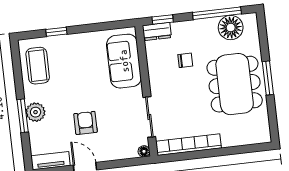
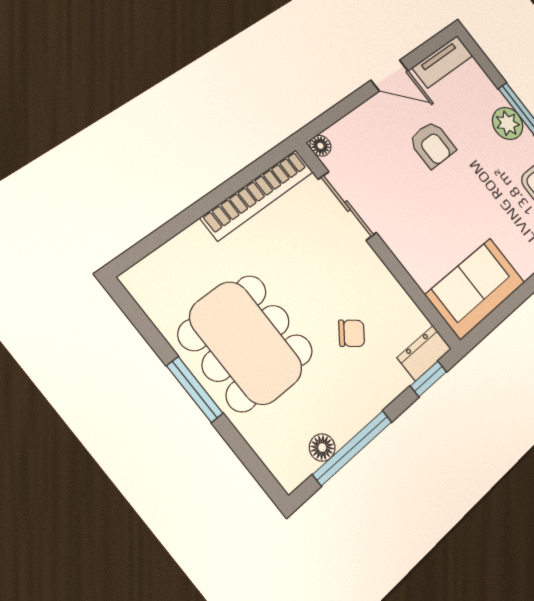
floor lamp: (231, 28) -> (322, 448), width x0.53, depth x0.53
chair: (185, 60) -> (352, 333), turned -142
sofa: (124, 61) -> (476, 289), moved, turned -90

